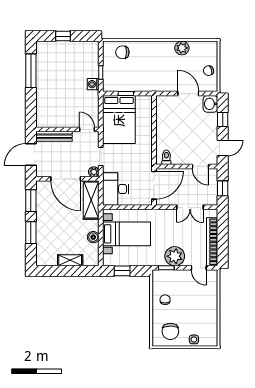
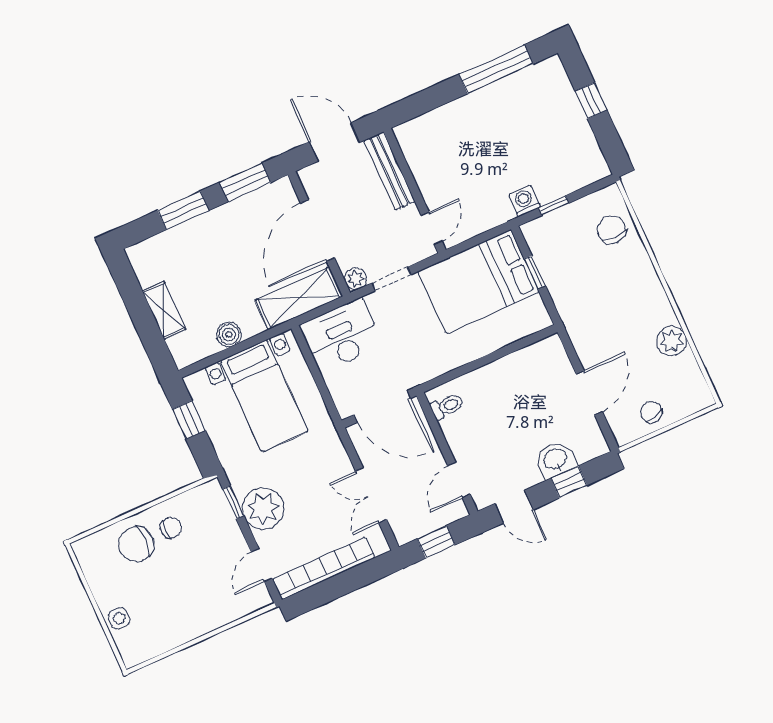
washbasin: (210, 104) -> (556, 460), moved
chair: (170, 331) -> (136, 544), moved

